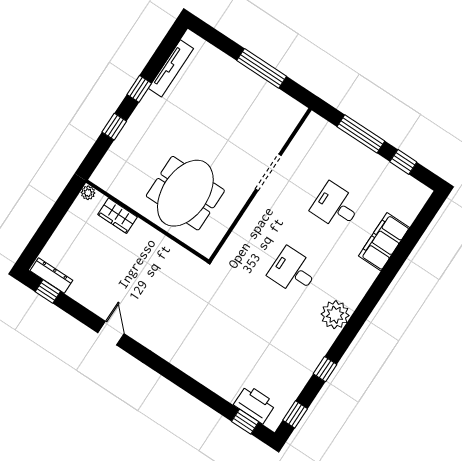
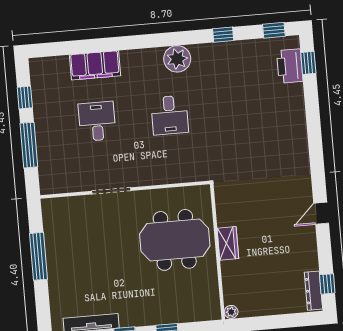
desk: (336, 206) -> (97, 121), turned 180
wardrobe: (118, 216) -> (228, 243), moved

